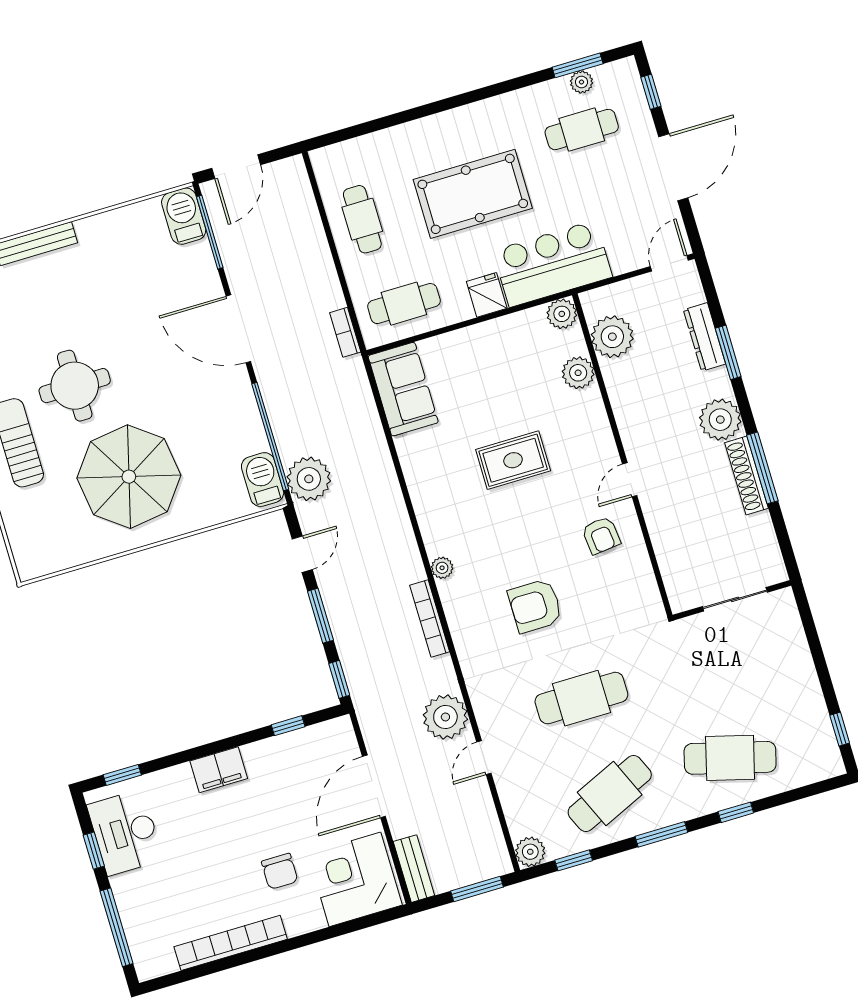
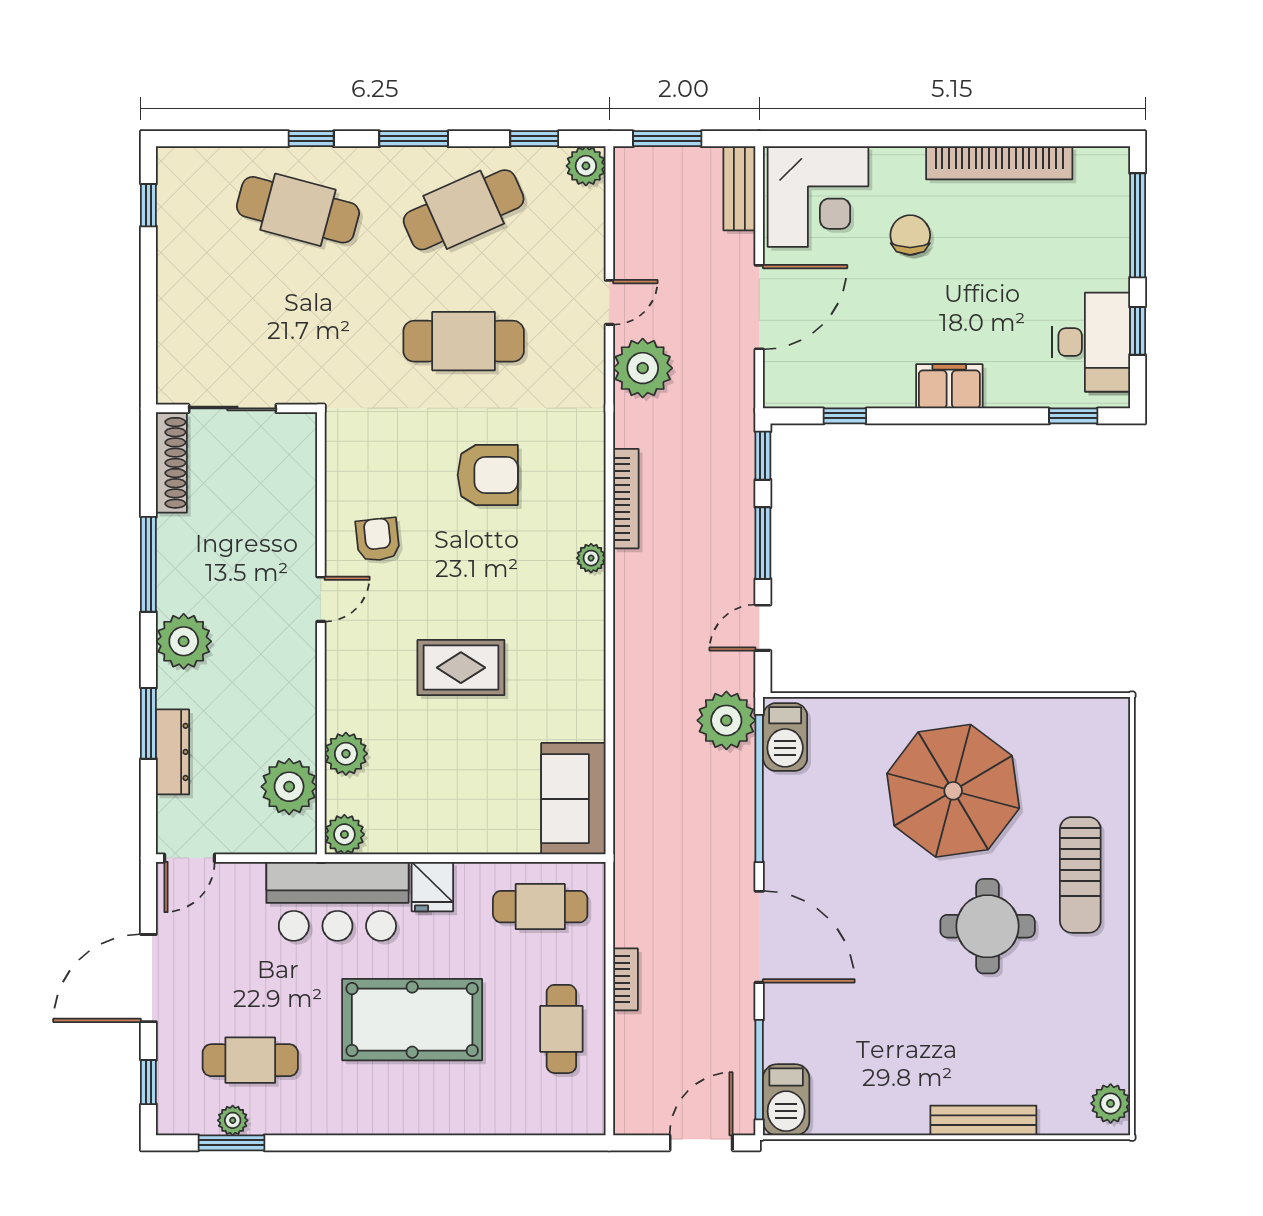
bookcase: (345, 332) -> (625, 979), moved
shoe rack: (747, 475) -> (171, 463), moved

